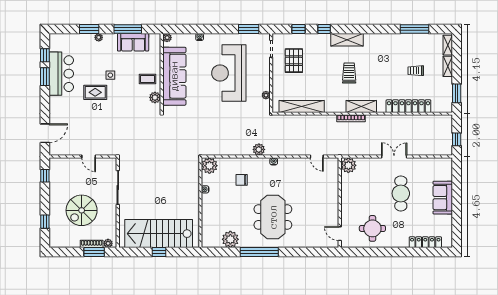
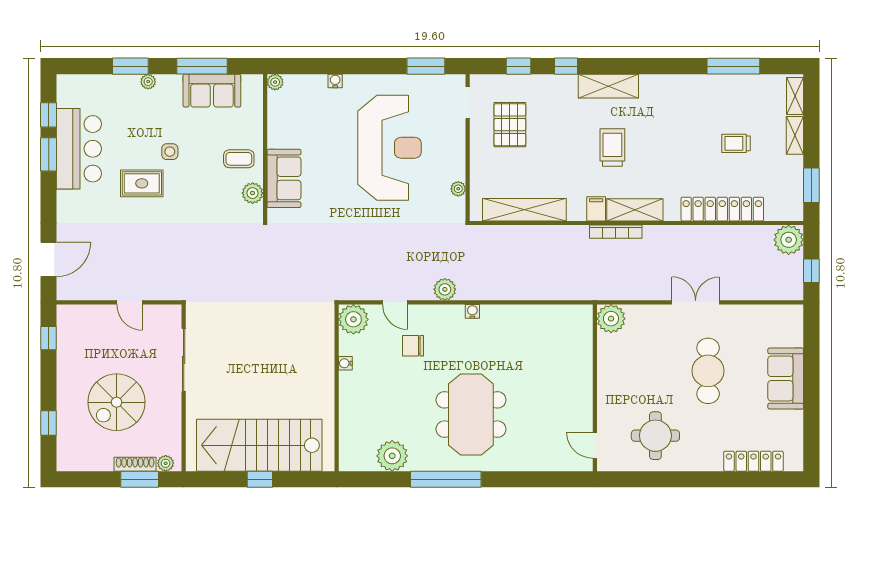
reception desk: (229, 73) -> (389, 148), turned 180
sofa: (174, 76) -> (284, 178), width x0.54, depth x0.79
filing cabinet: (340, 106) -> (596, 209), added
plant: (444, 123) -> (789, 240), added
door: (317, 157) -> (395, 302), moved

